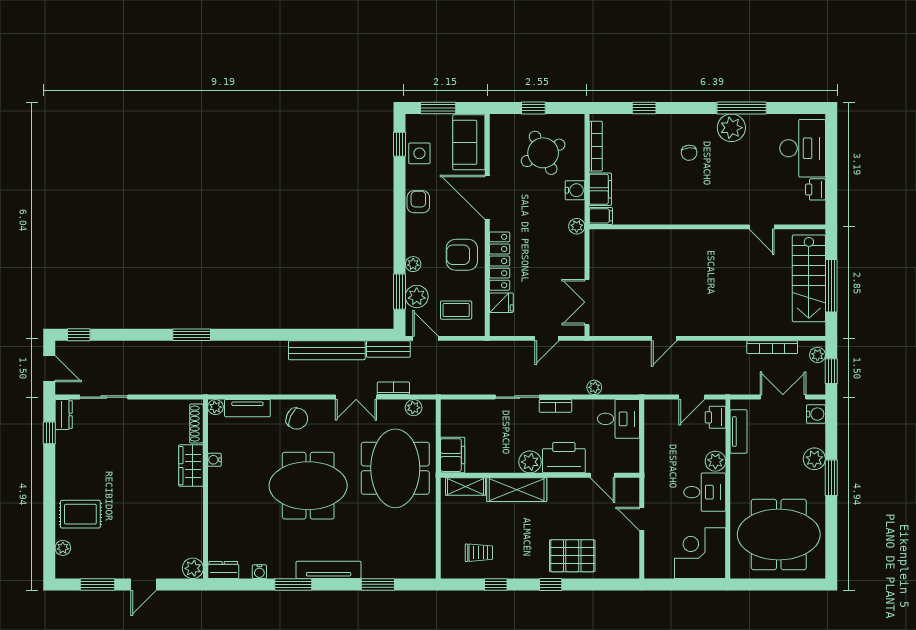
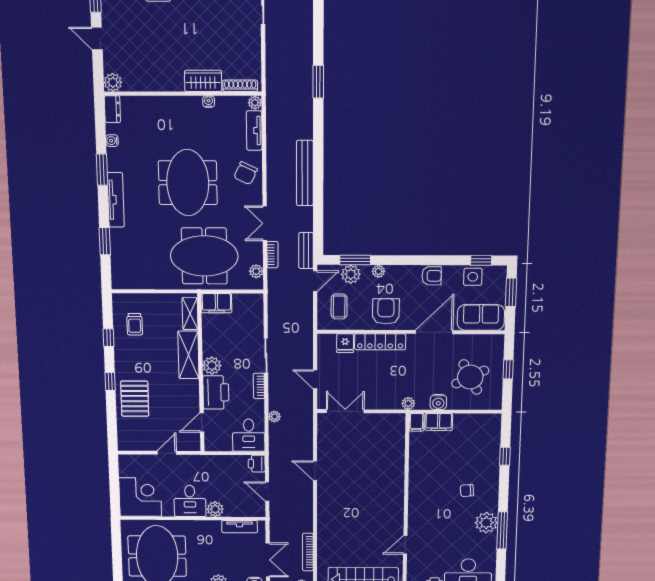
bookcase: (596, 146) -> (475, 419), removed
bench: (327, 350) -> (305, 173), moved
printer: (715, 417) -> (257, 464), moved, turned -90

